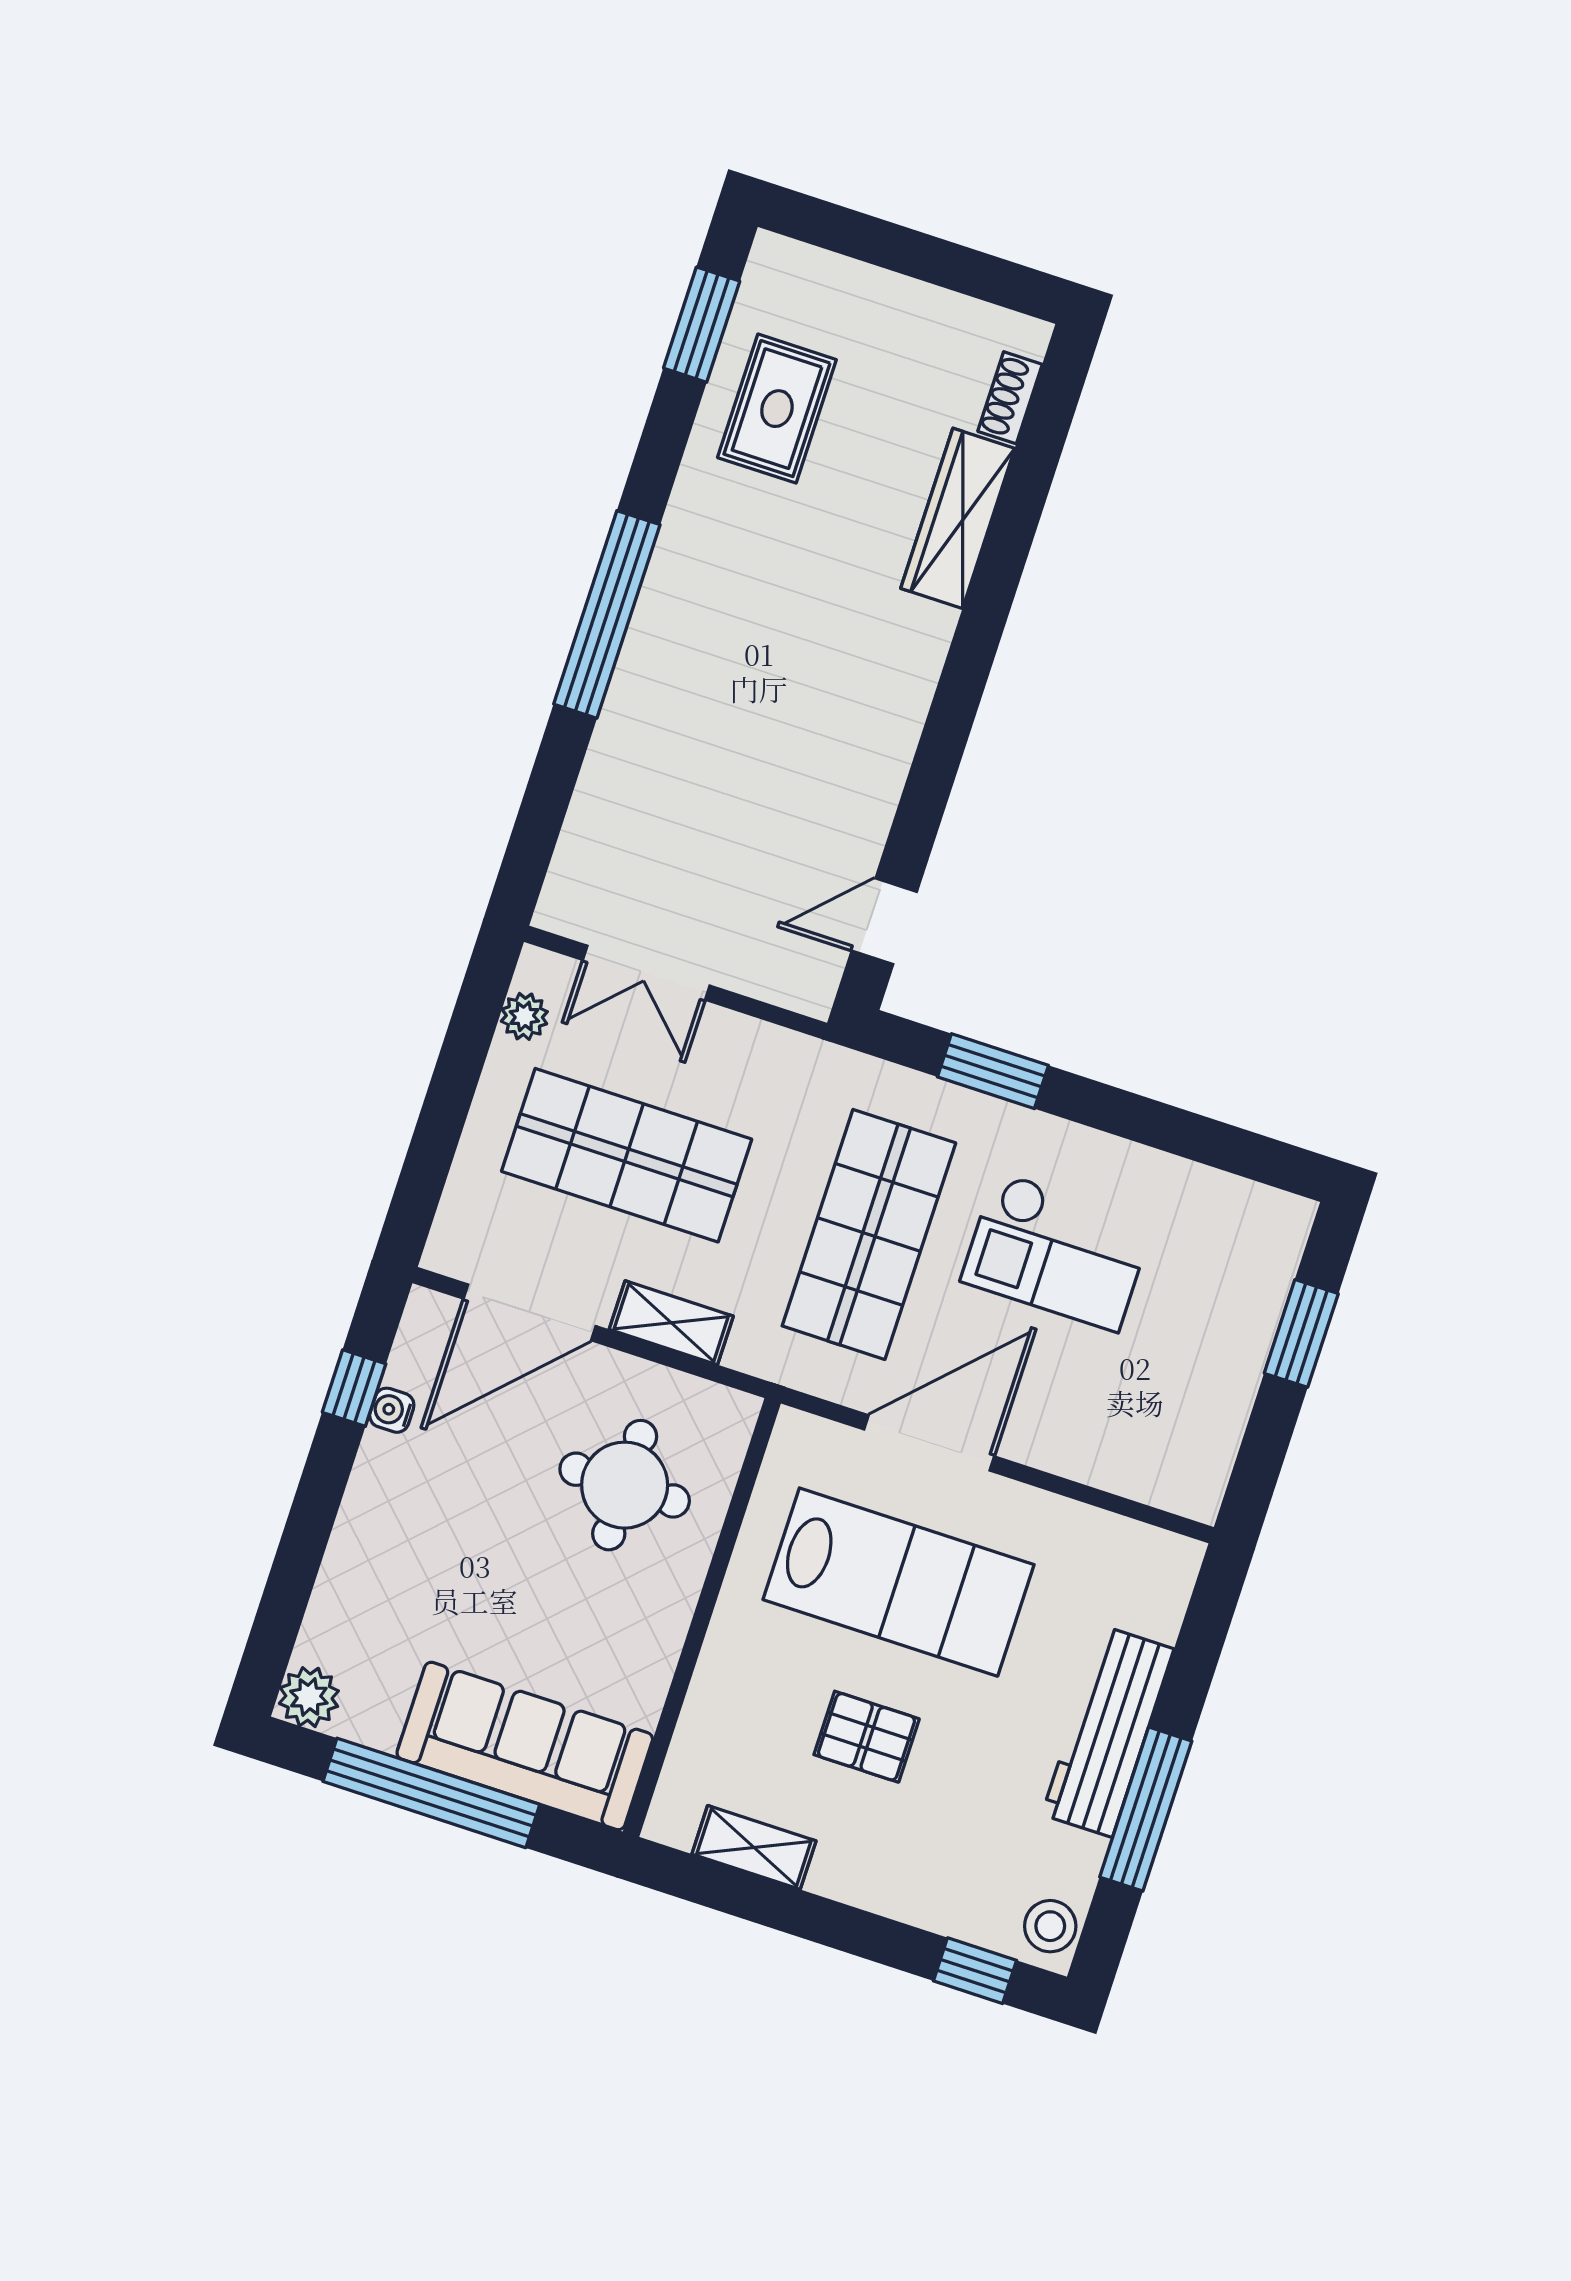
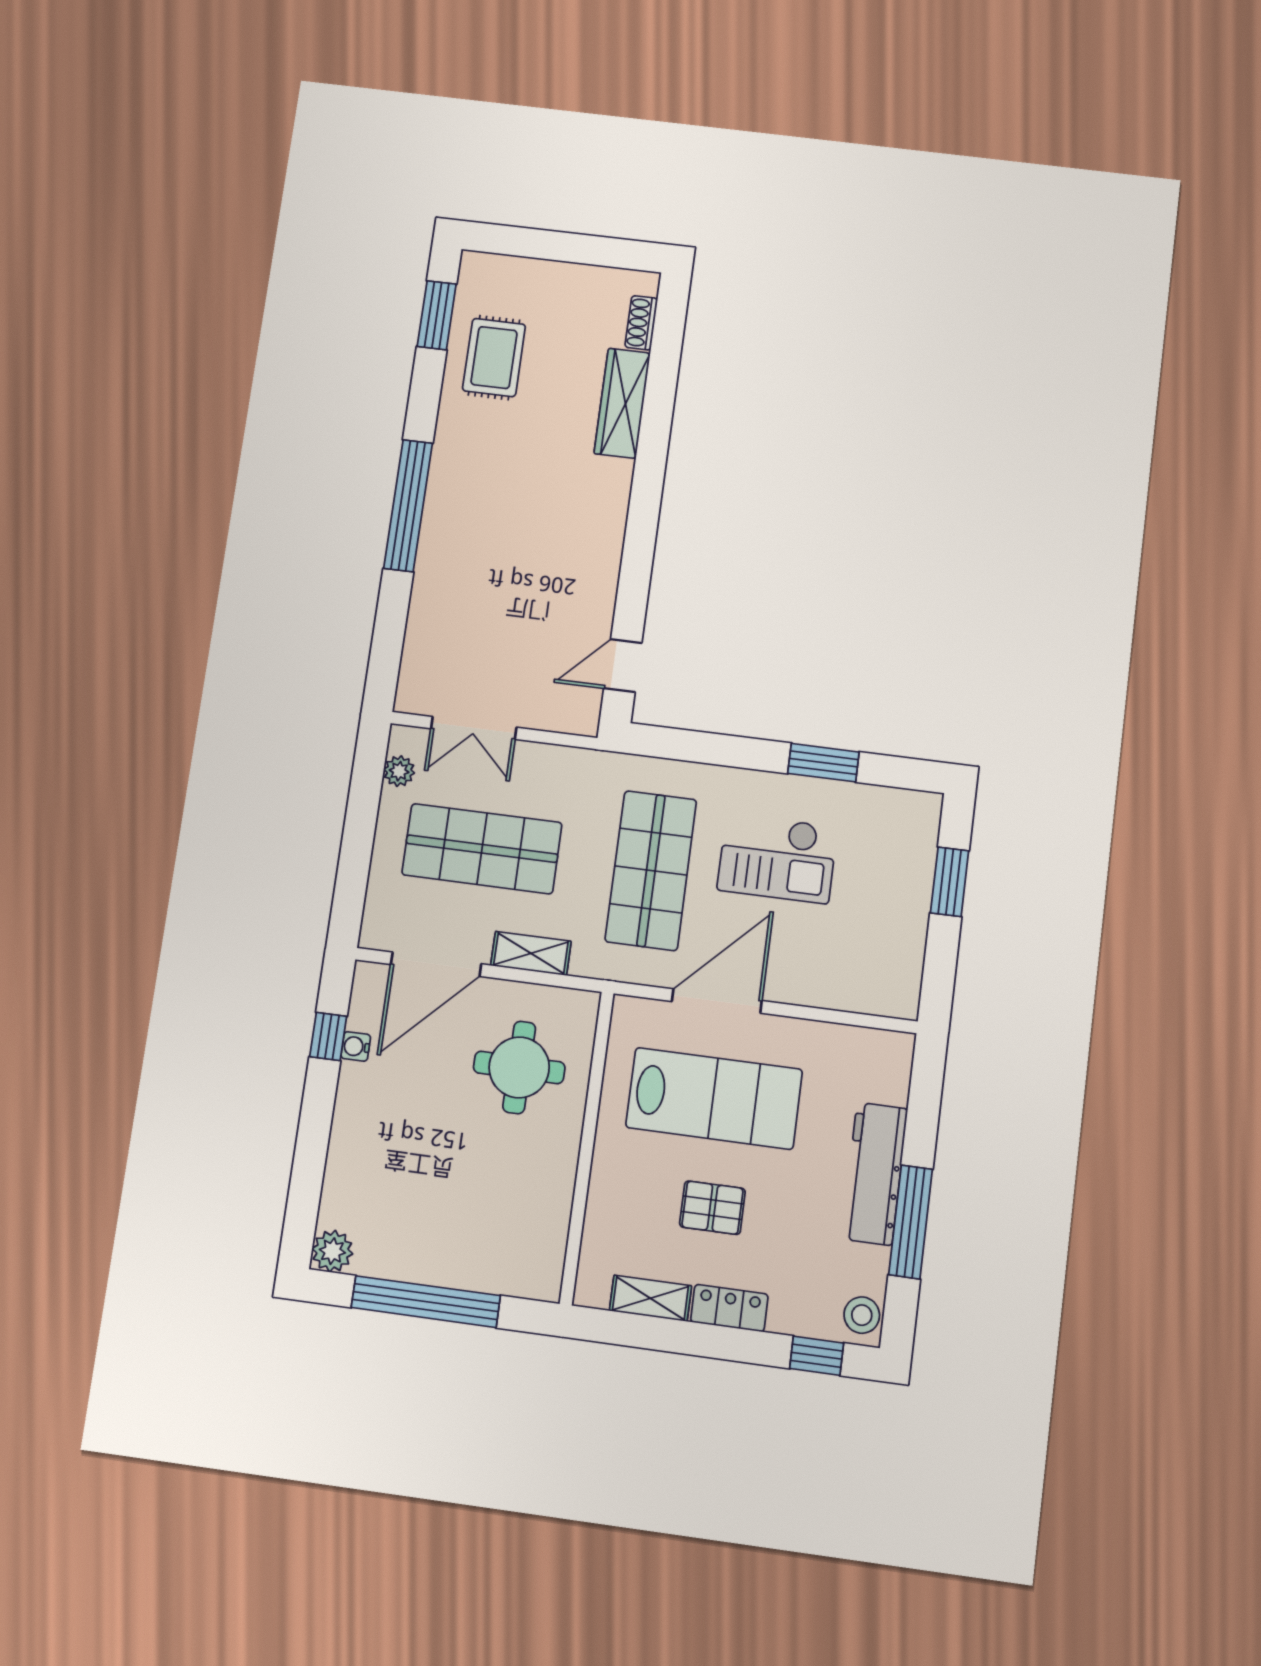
window: (993, 1071) -> (823, 763), moved
sofa: (525, 1746) -> (483, 1257), removed
locker: (864, 1882) -> (729, 1308), added

